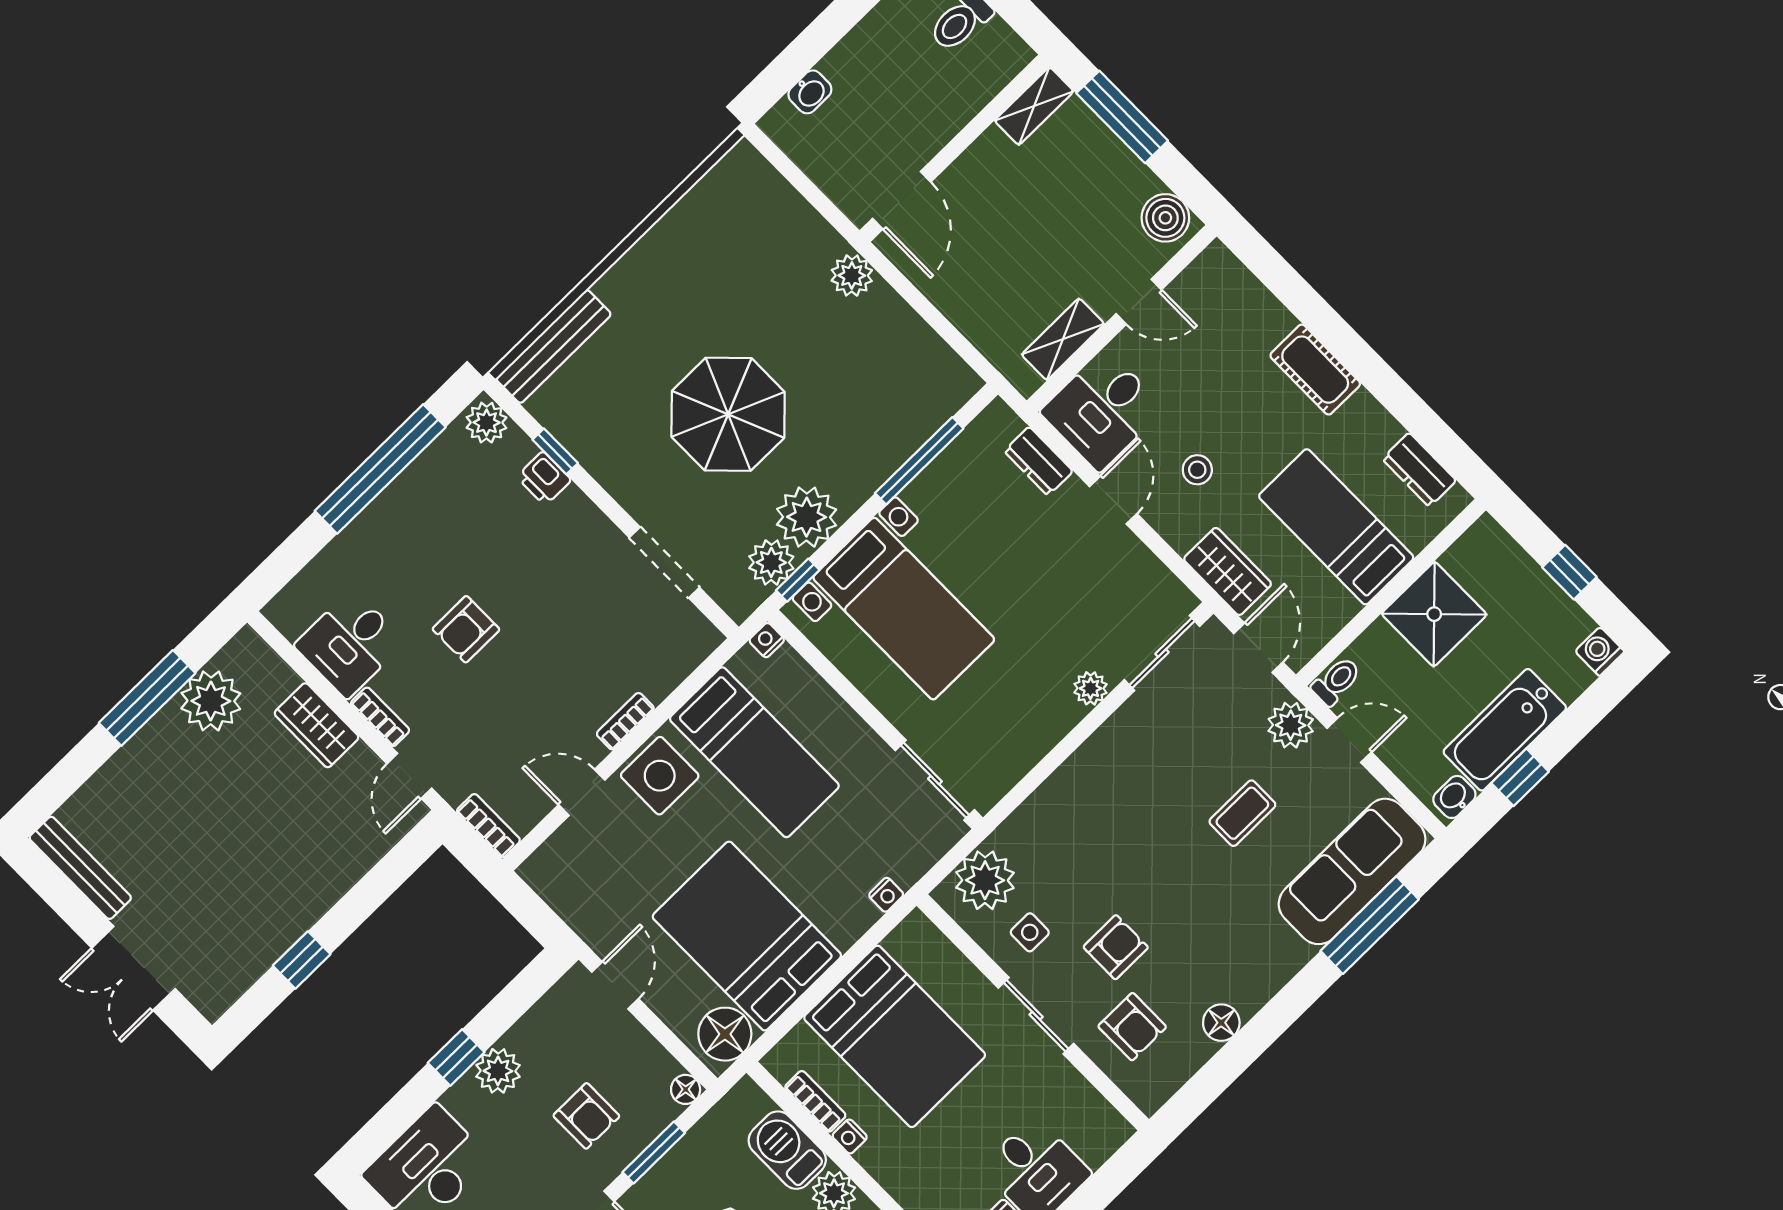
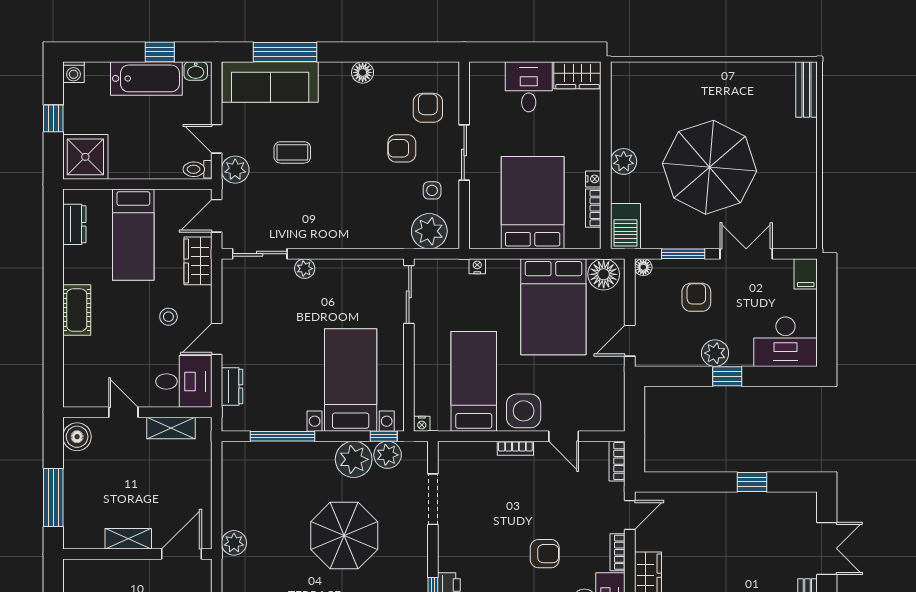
shelving: (1034, 106) -> (128, 539), moved
shower: (1434, 614) -> (85, 157), moved
floor lamp: (1221, 1023) -> (363, 72), moved
barbecue: (787, 1150) -> (625, 226), moved

